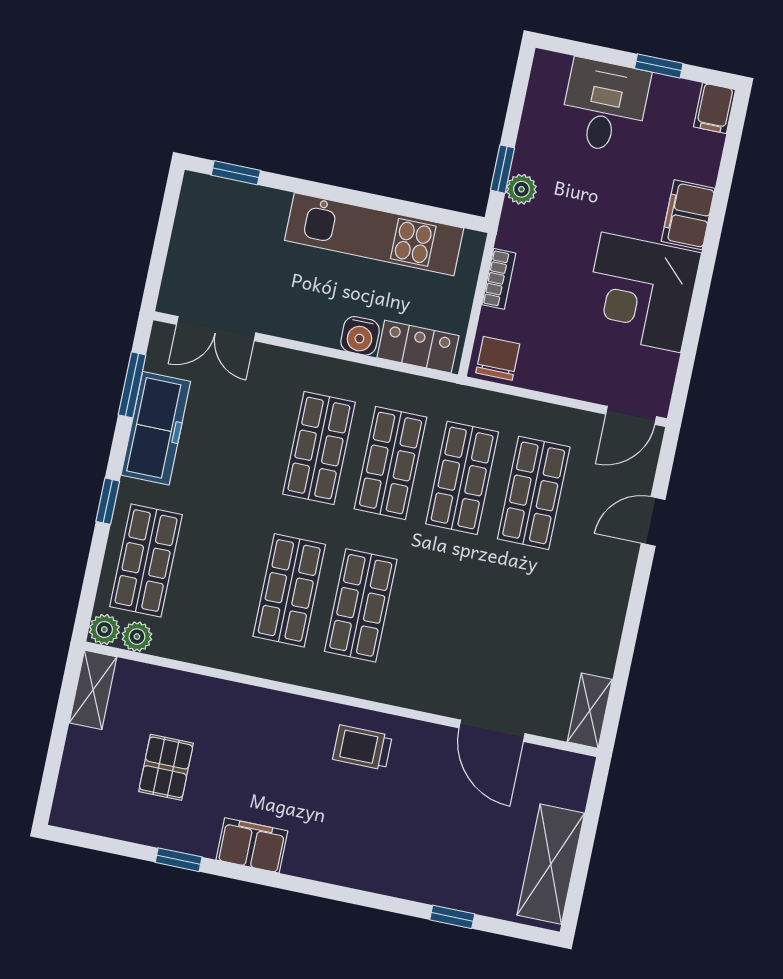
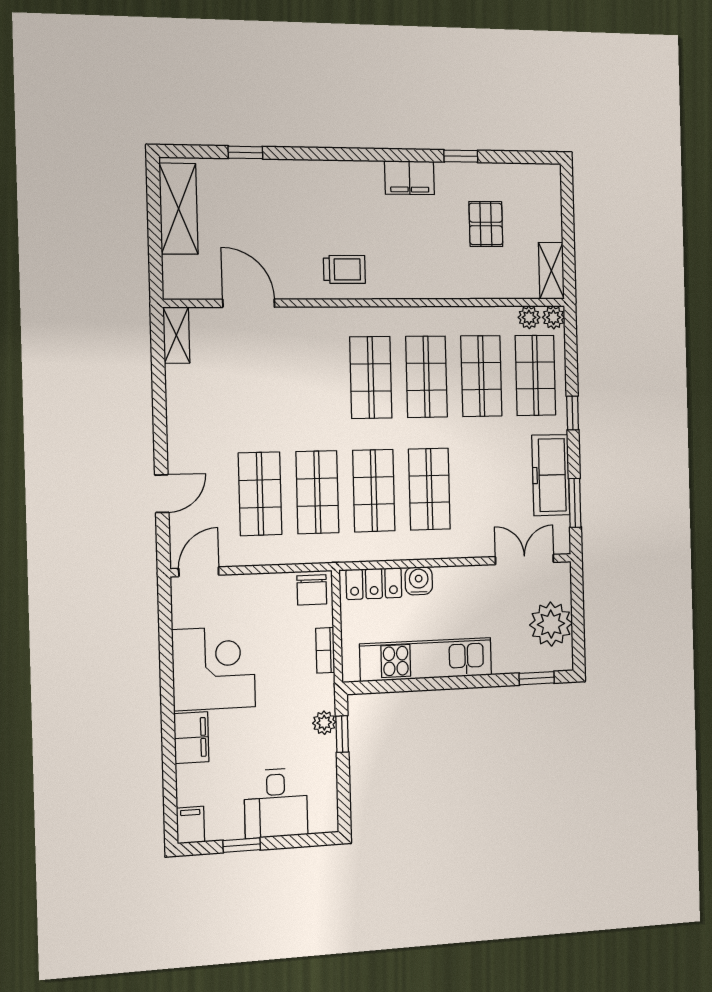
plant: (201, 237) -> (551, 624), added
shop shelf: (218, 575) -> (481, 376), added

